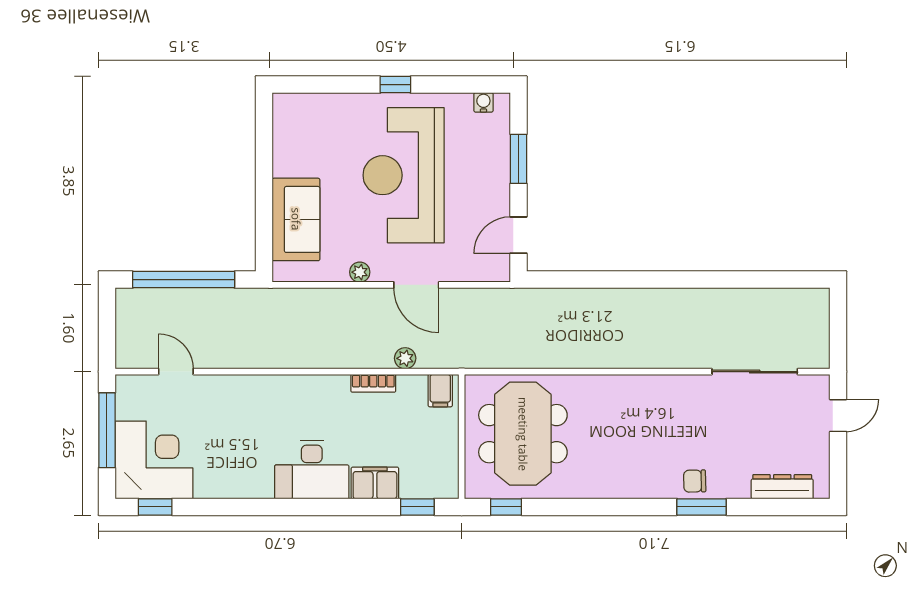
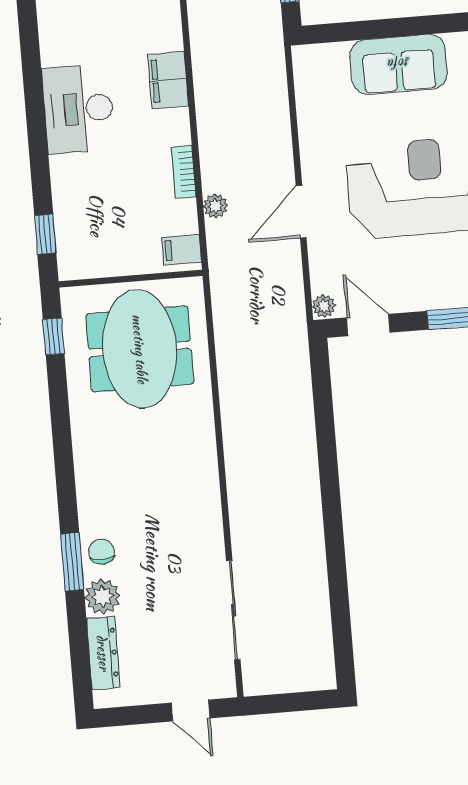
sofa: (296, 219) -> (399, 64), moved
plant: (360, 272) -> (324, 306), moved
meeting table: (523, 434) -> (140, 349), turned 90
filing cabinet: (375, 483) -> (168, 80), moved, turned 180
plant: (734, 483) -> (102, 597), added

